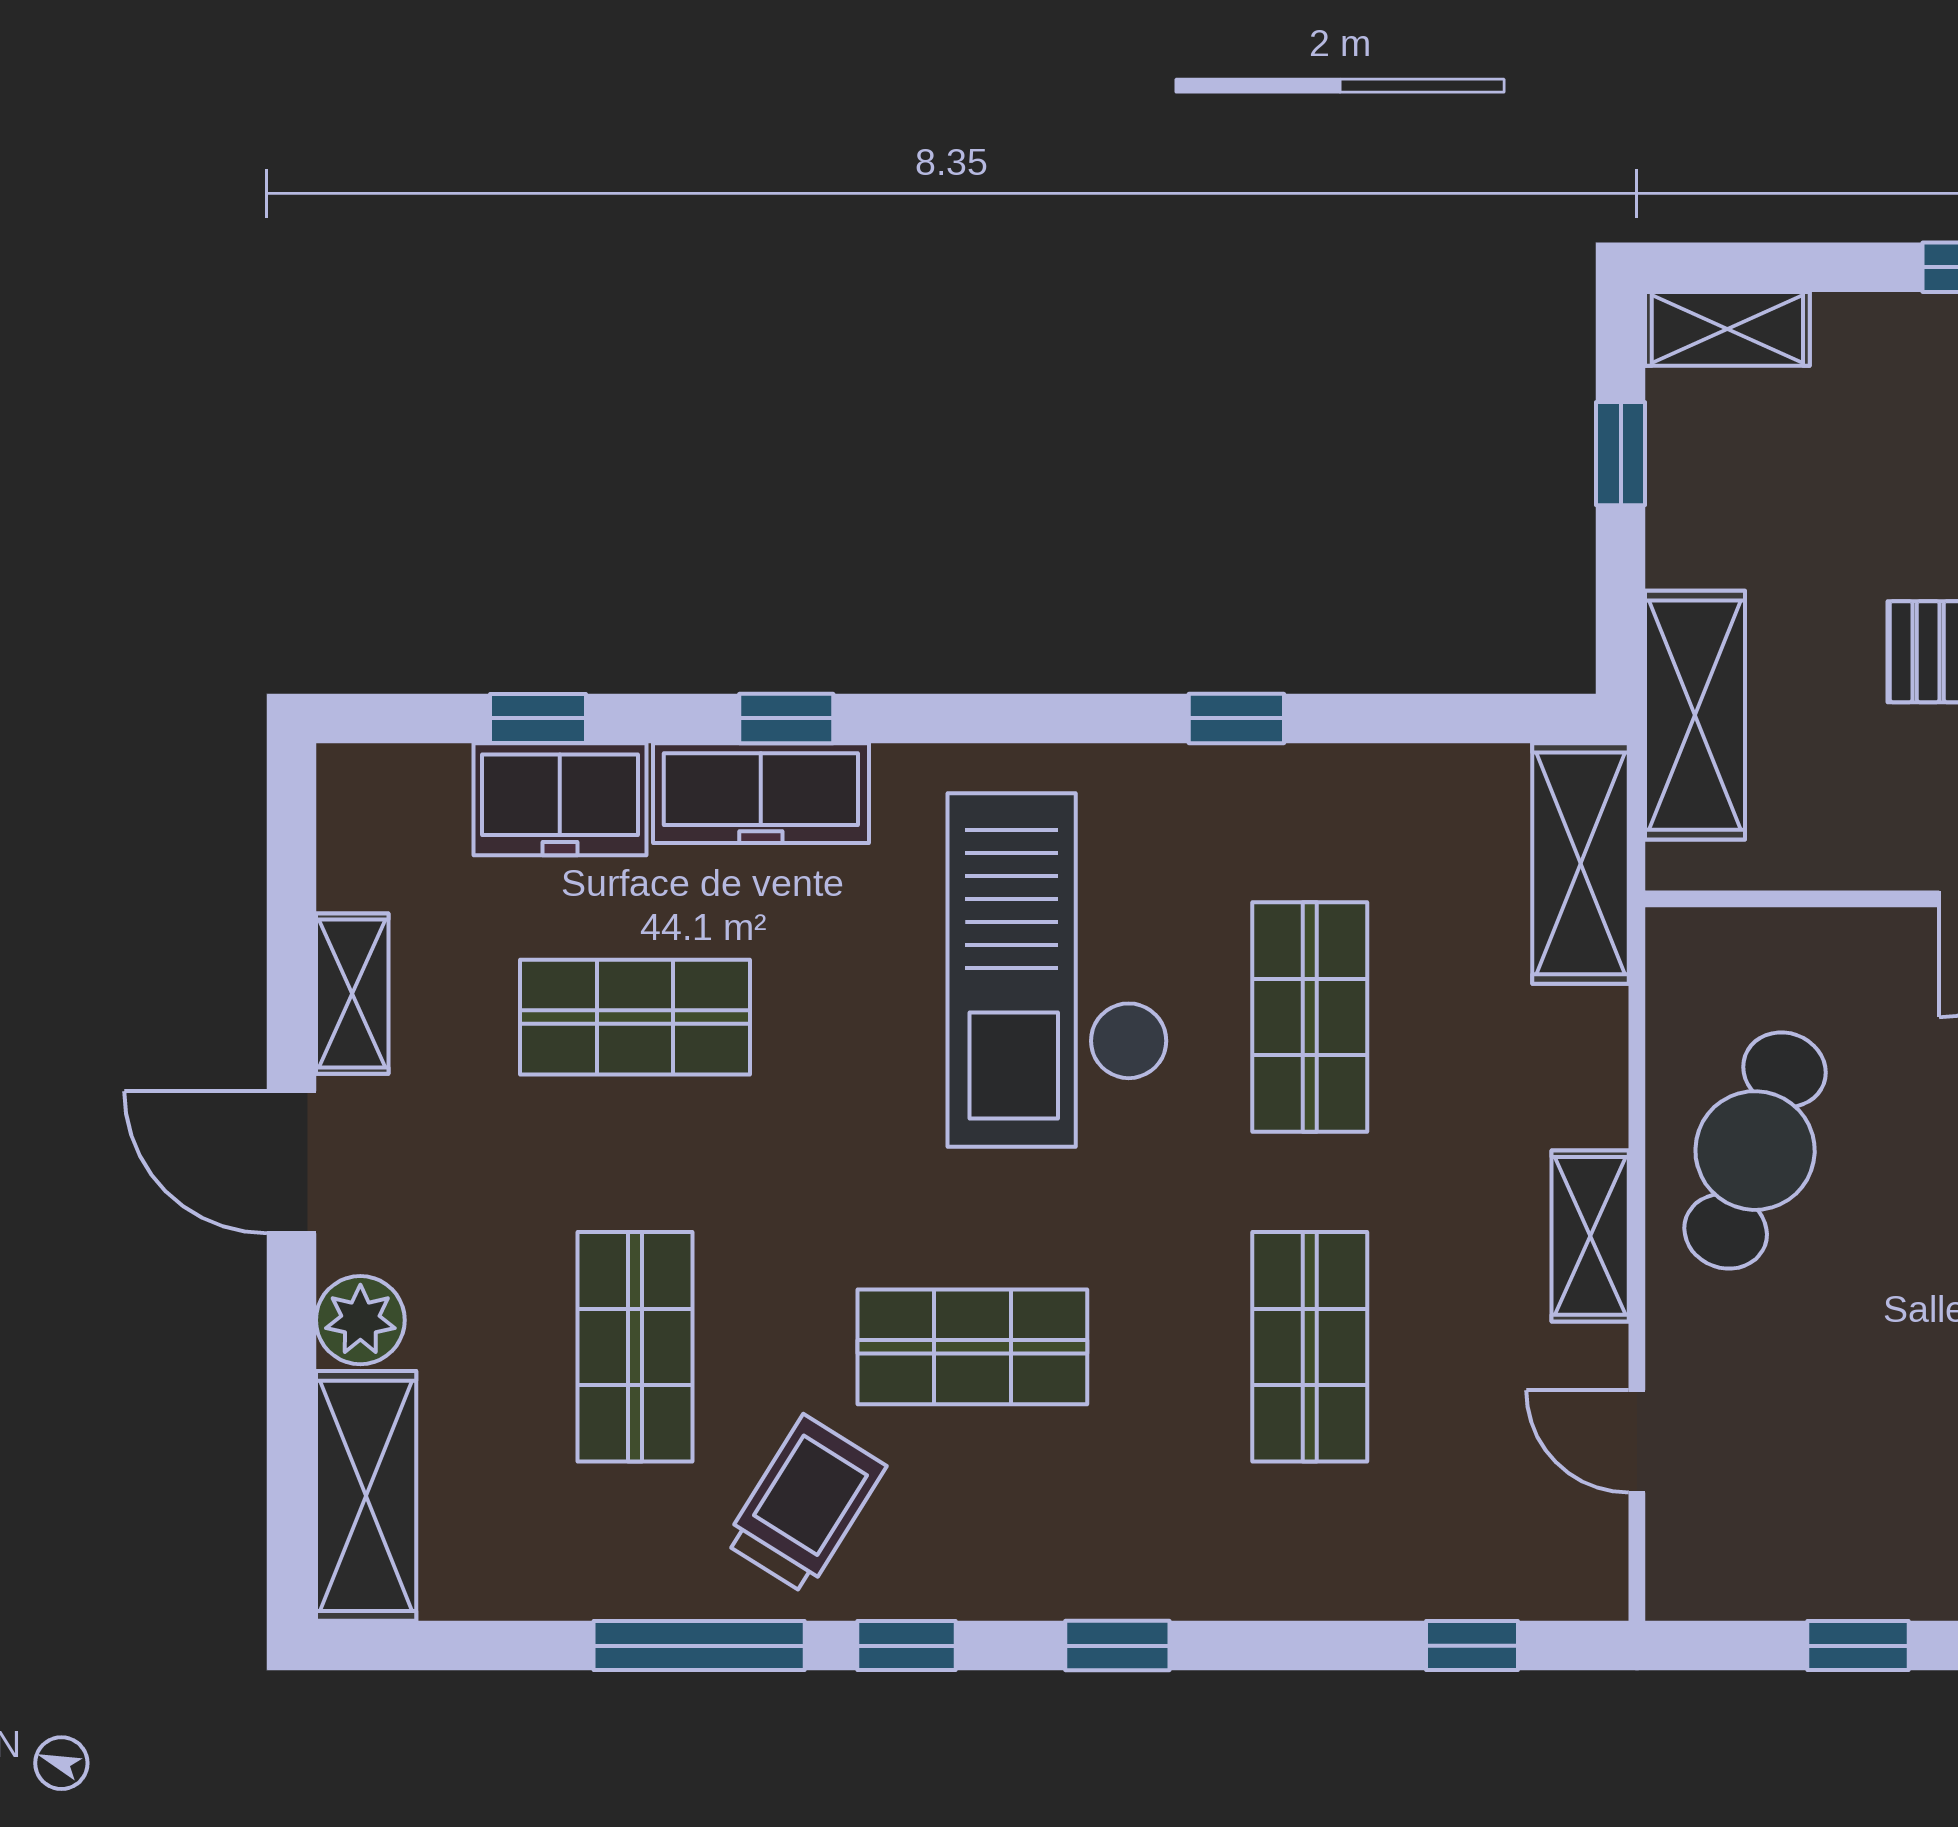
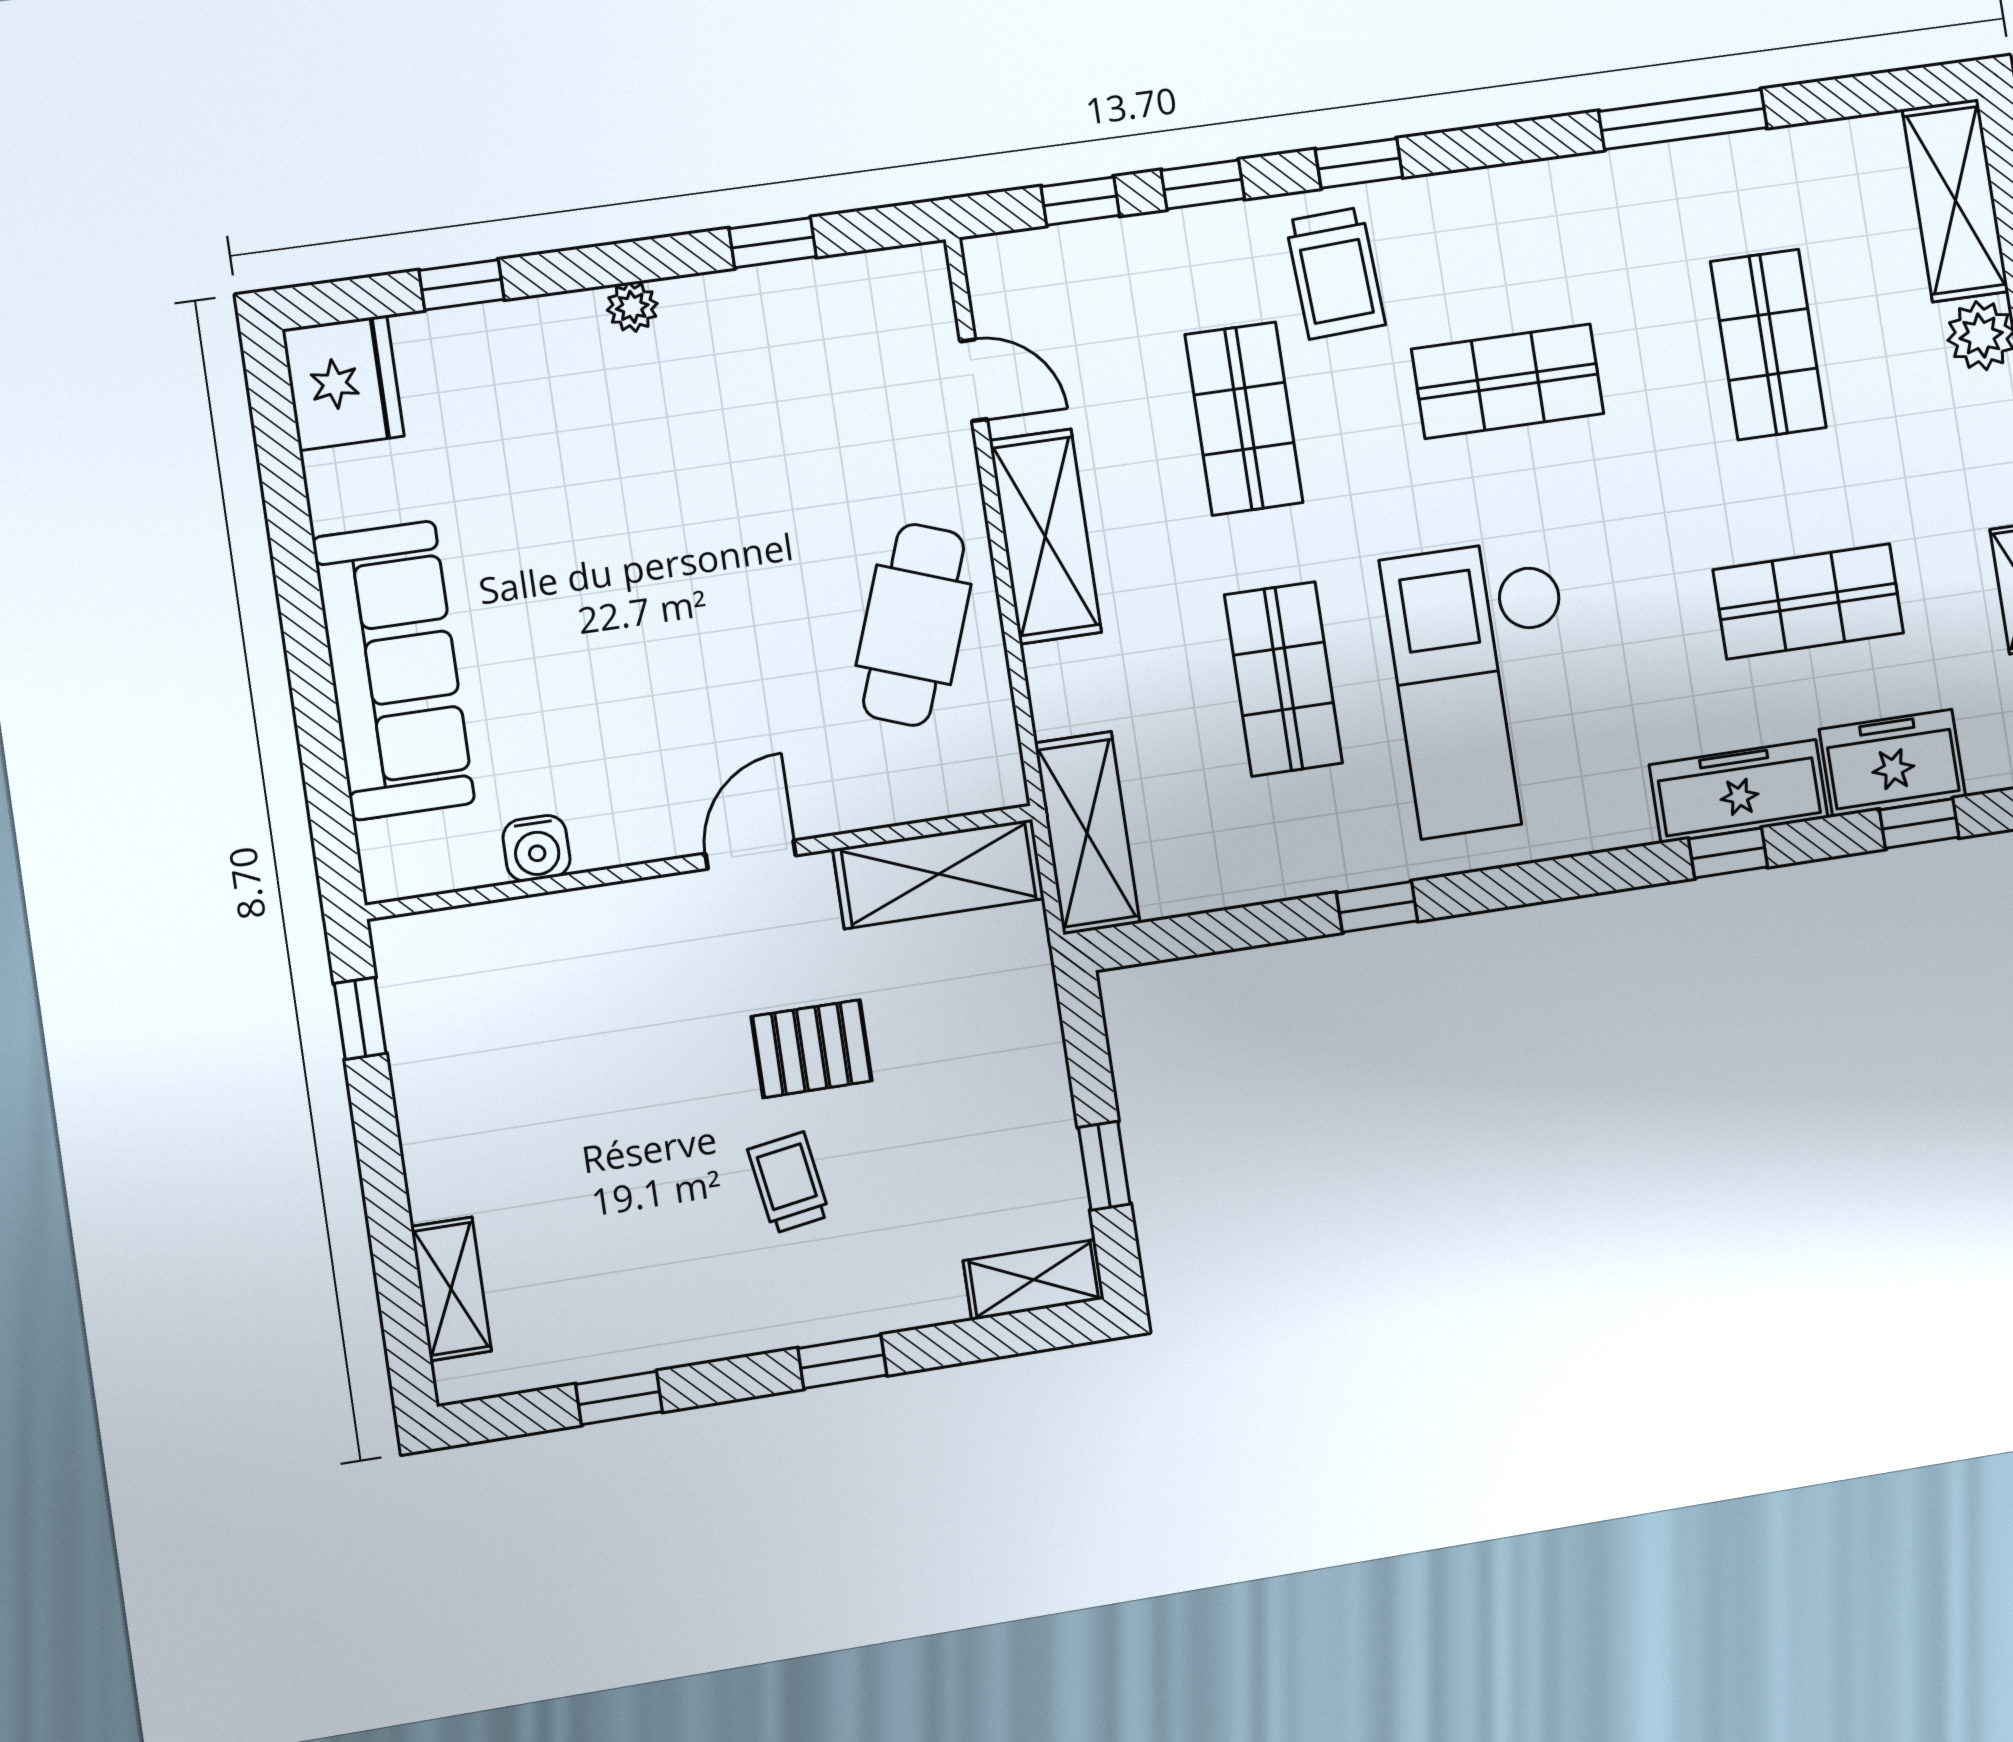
shelving: (1695, 715) -> (939, 874), moved, turned 90
checkout: (1058, 970) -> (1486, 687), turned 180
shelving: (1590, 1236) -> (1045, 536), width x1.50, depth x1.33
trolley: (805, 1504) -> (1335, 273), moved, turned -35
window: (907, 1646) -> (1203, 184), moved

